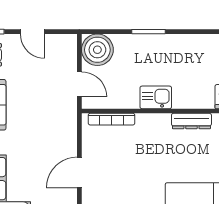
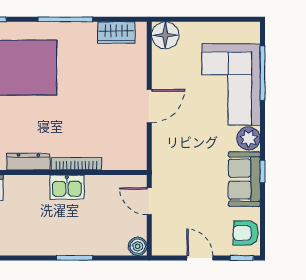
boiler: (97, 50) -> (138, 246), width x0.54, depth x0.54
bookcase: (112, 119) -> (76, 164), moved

